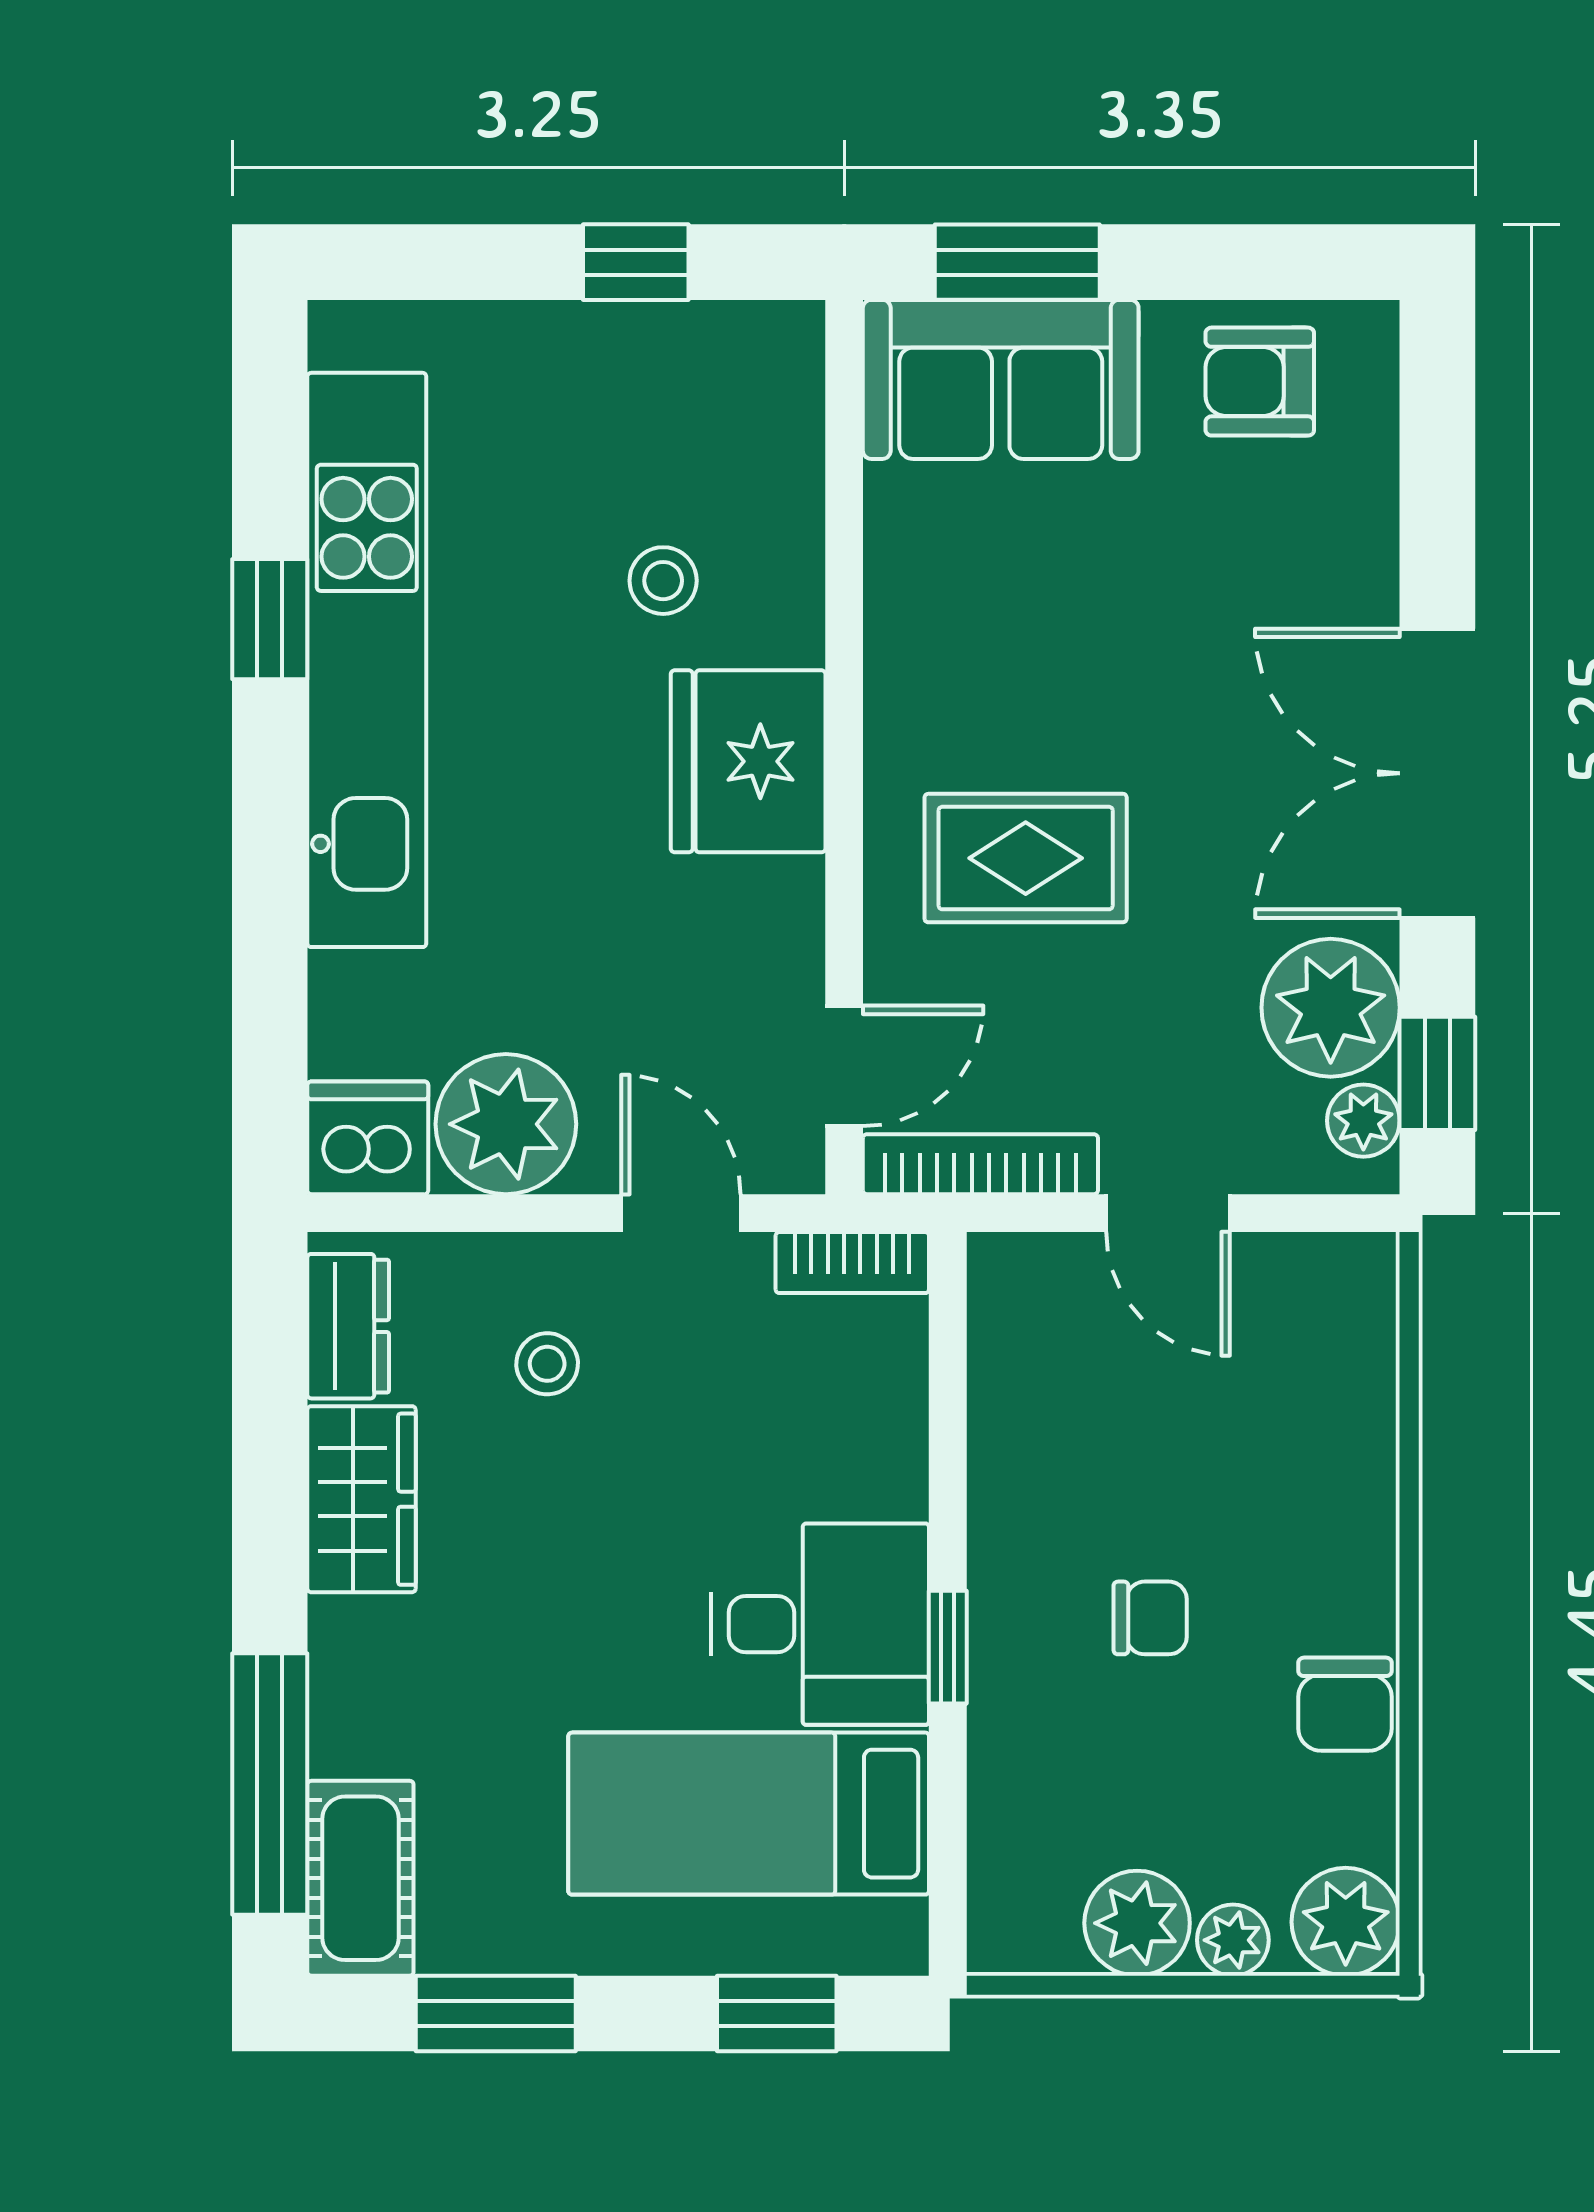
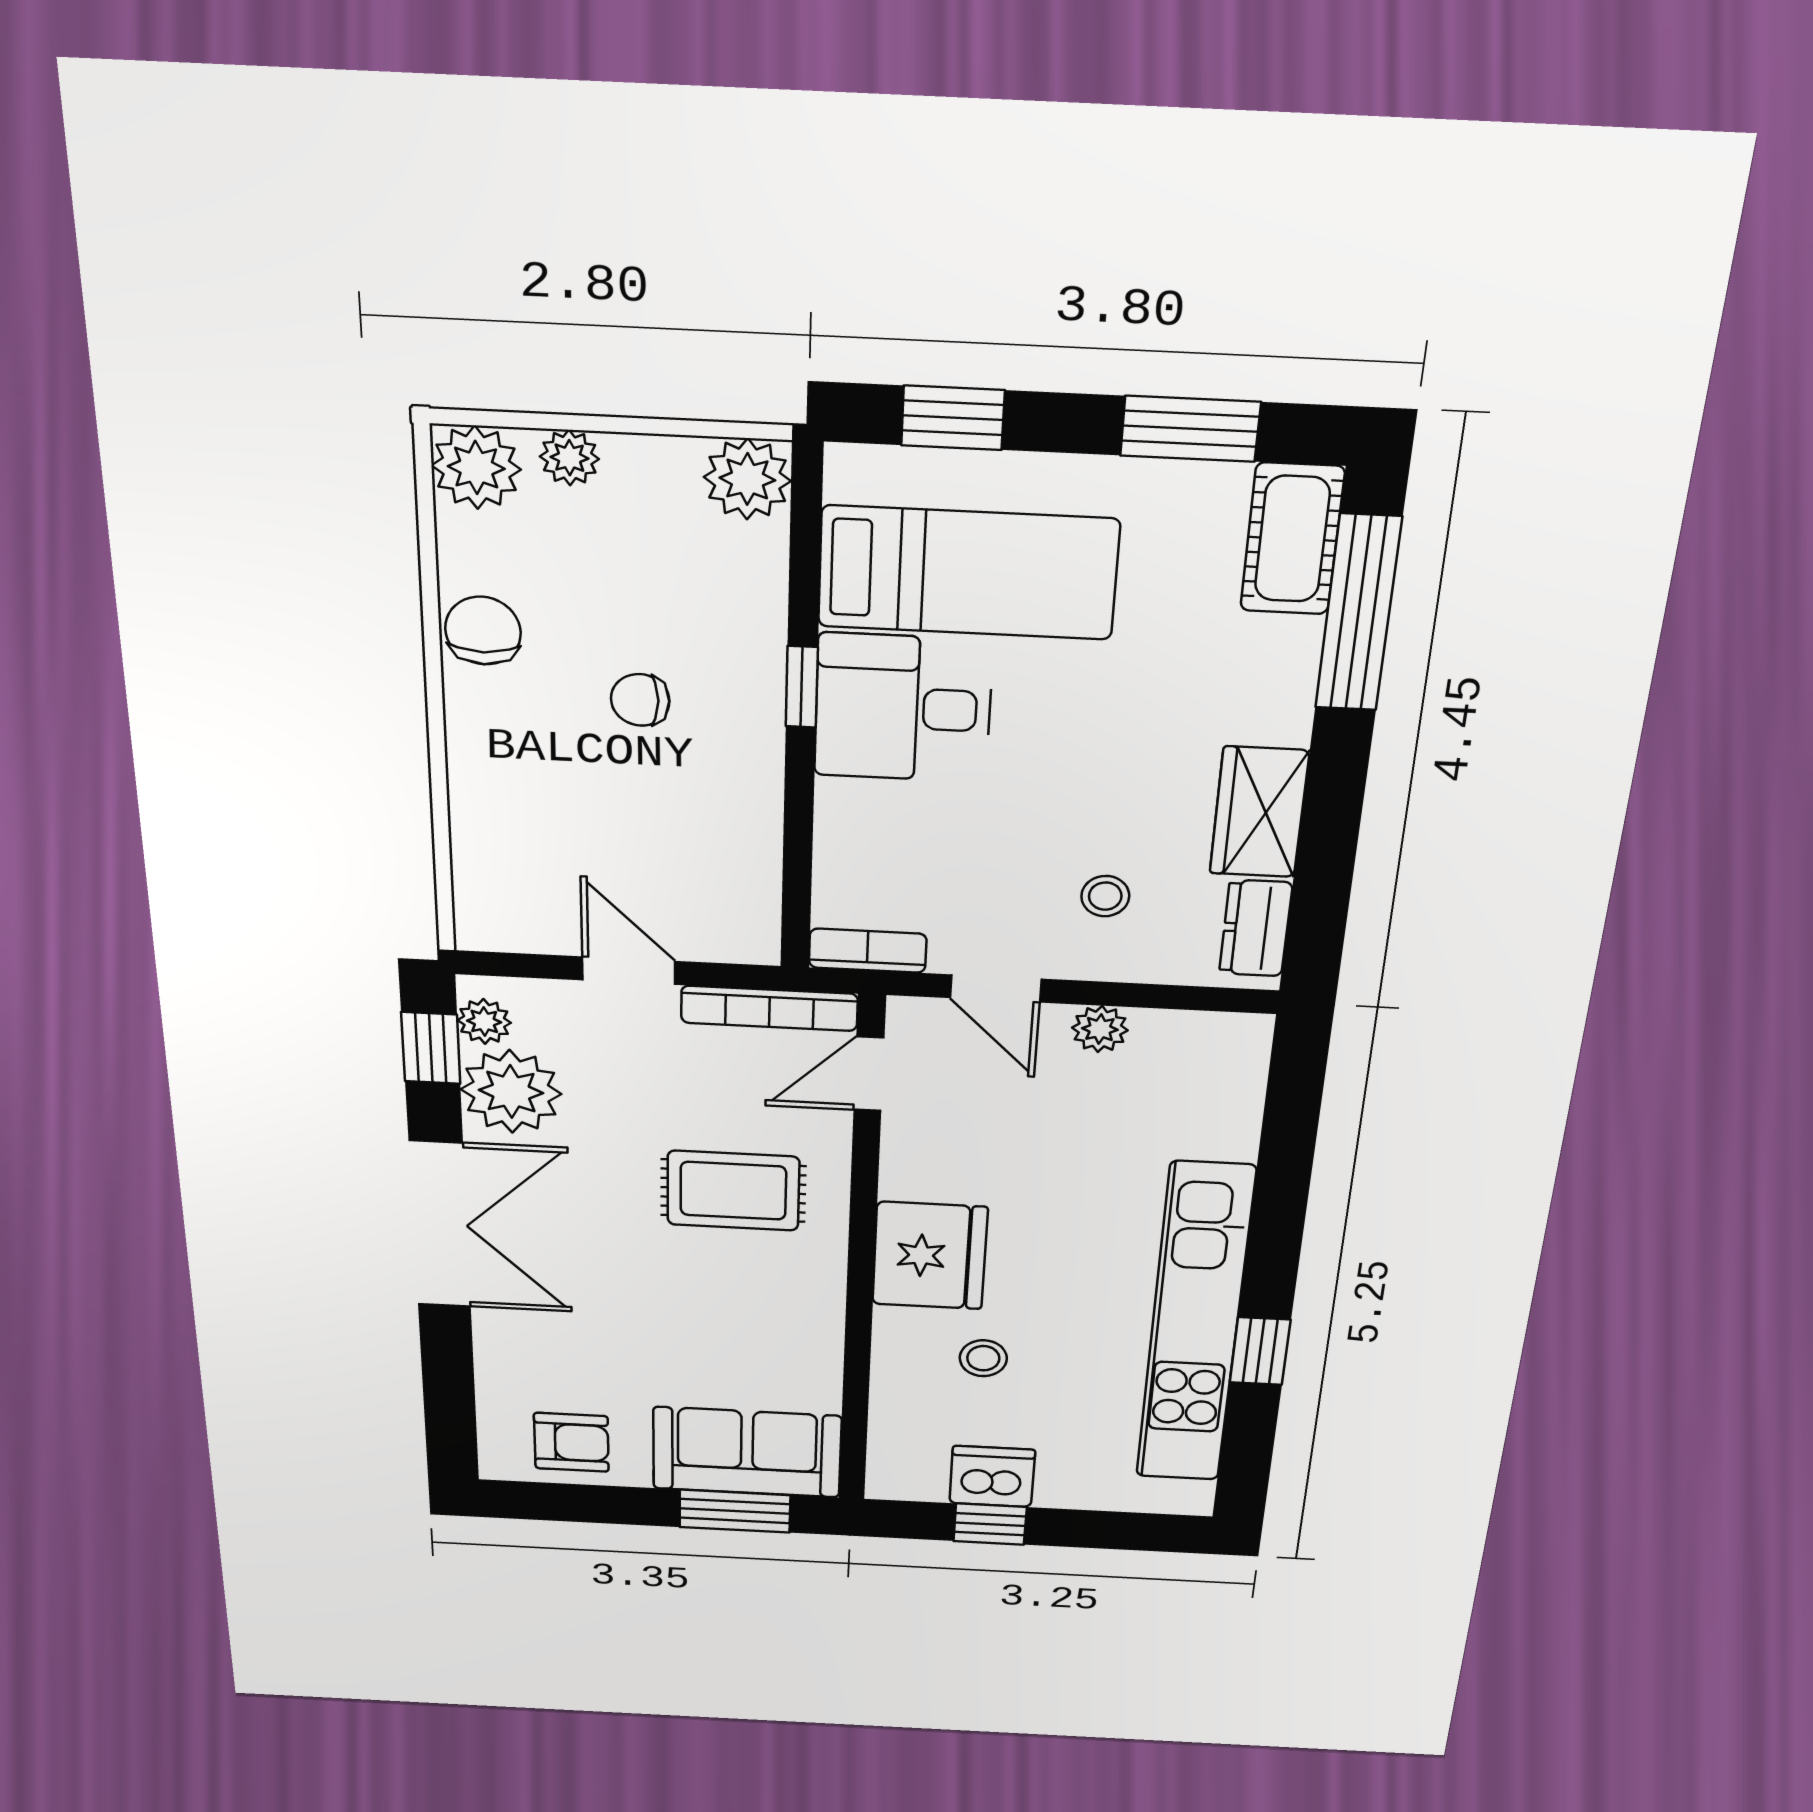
plant: (506, 1124) -> (1100, 1029), width x0.53, depth x0.53
dishwasher: (368, 1138) -> (992, 1477), moved, turned 180
plant: (1137, 1923) -> (747, 479), moved

